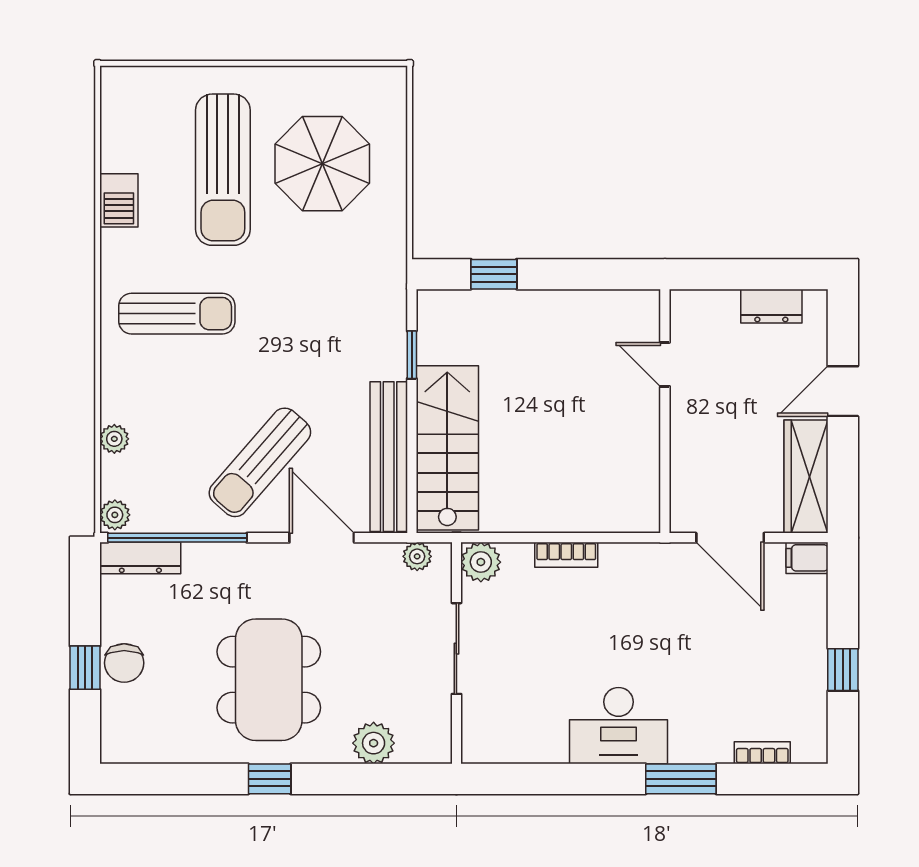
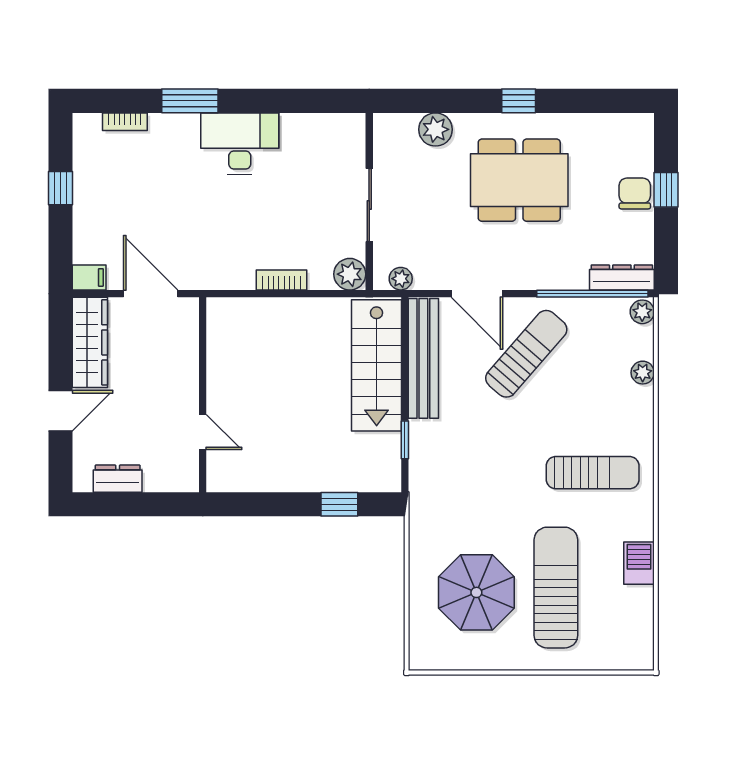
sun lounger: (177, 314) -> (593, 473), turned 180
dining table: (269, 680) -> (519, 180), turned 90

